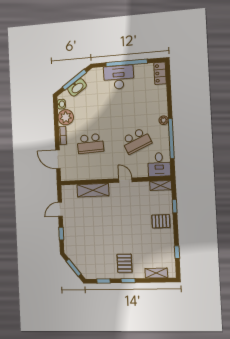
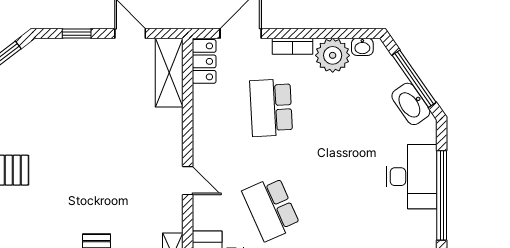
washbasin: (77, 87) -> (411, 104), moved
locker: (71, 175) -> (204, 61), added
door: (125, 180) -> (188, 181), hinge flipped
shelving: (93, 190) -> (169, 73), moved

